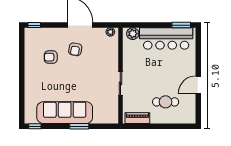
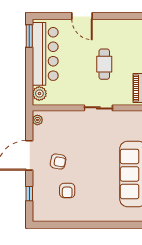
window: (34, 25) -> (29, 194), moved
door: (198, 85) -> (82, 16), moved
cafe table: (166, 102) -> (104, 64), moved

